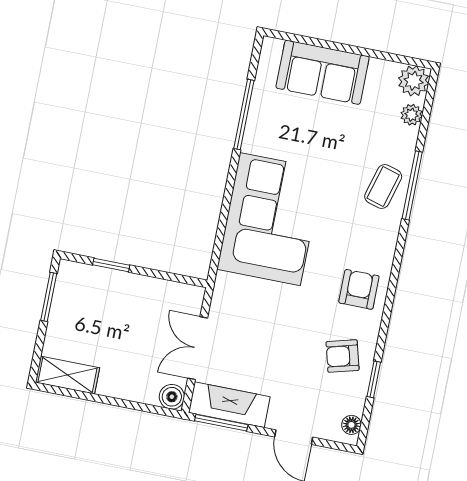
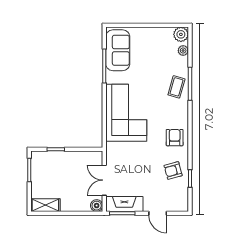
sofa: (323, 72) -> (118, 50), moved, turned -90
floor lamp: (351, 425) -> (184, 202), removed

